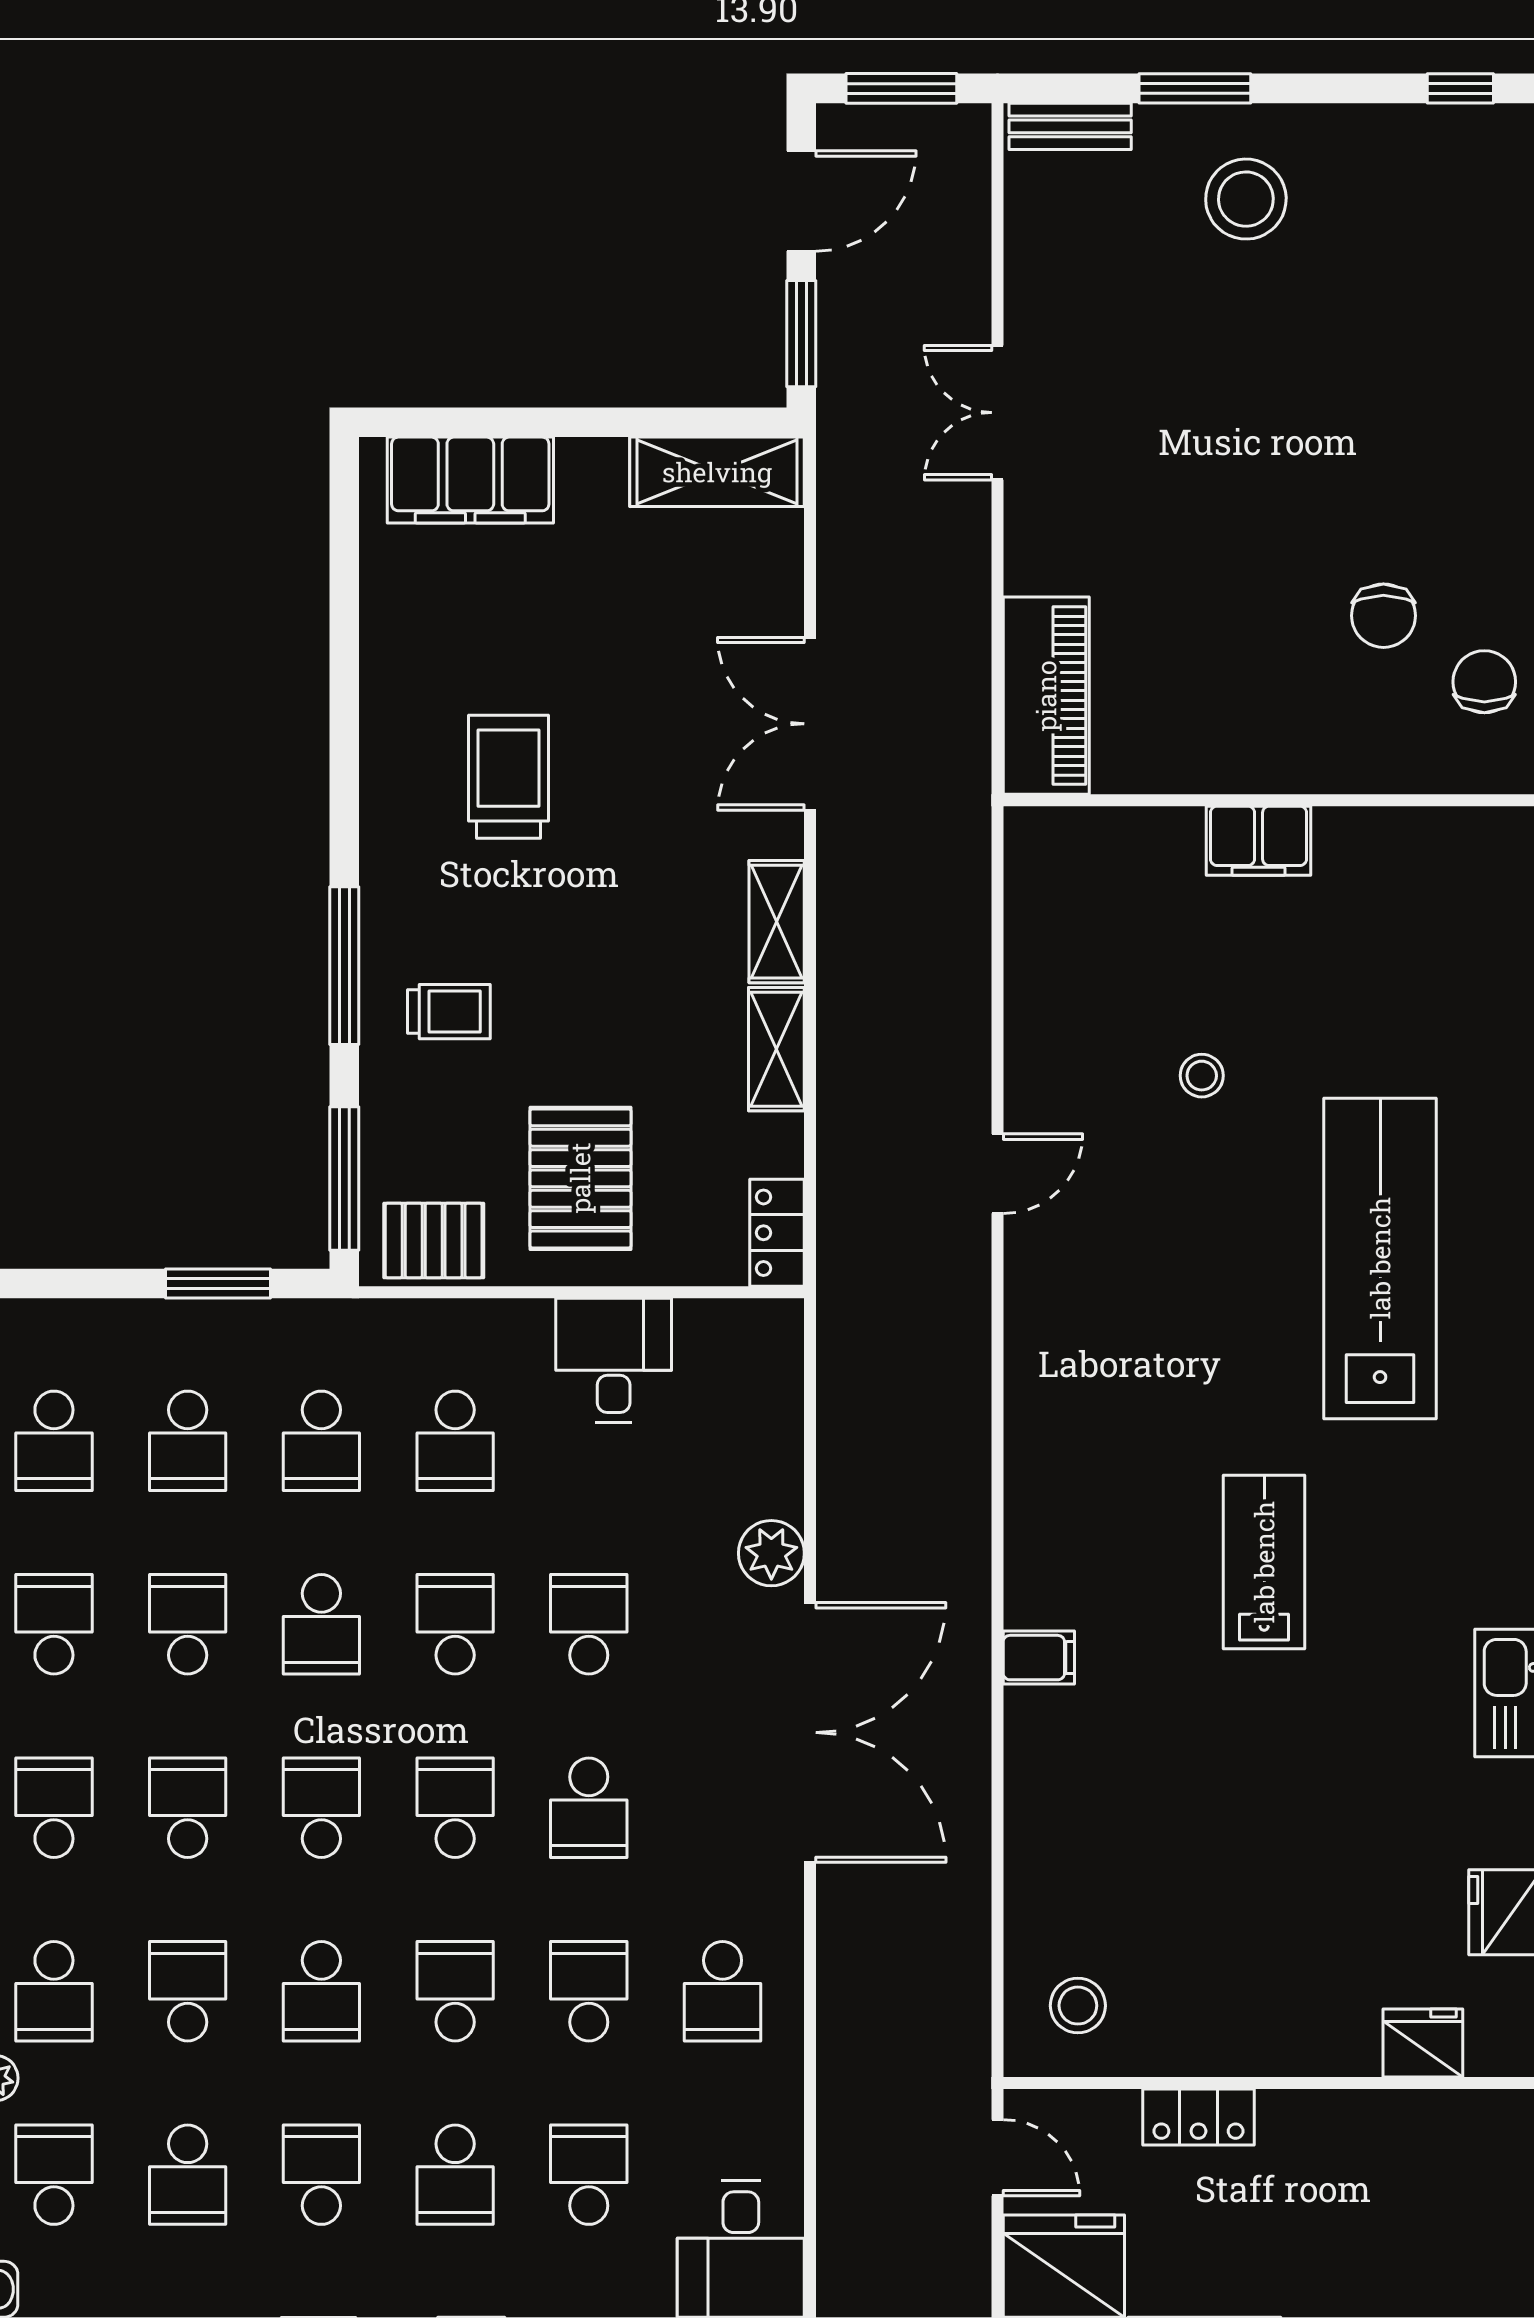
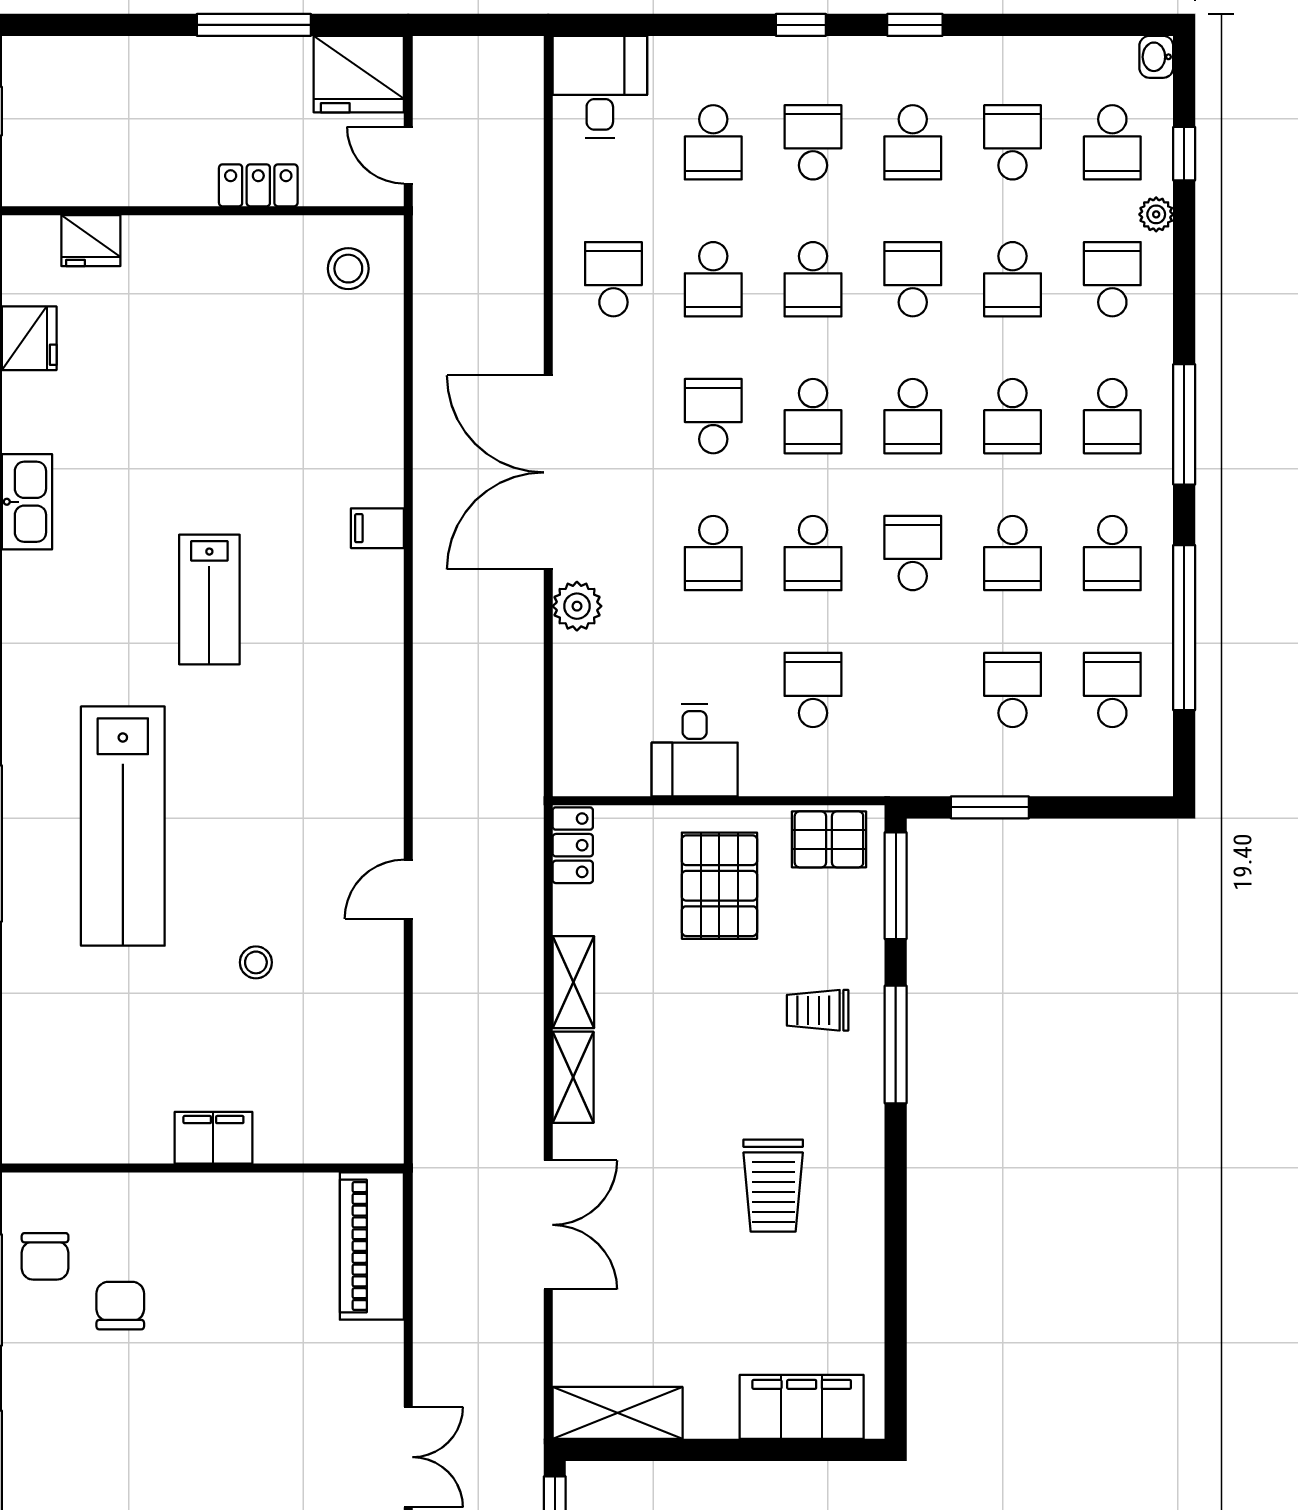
school desk: (321, 1441) -> (913, 690), removed

